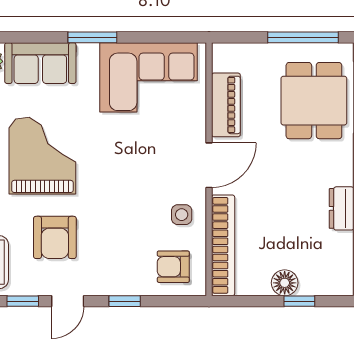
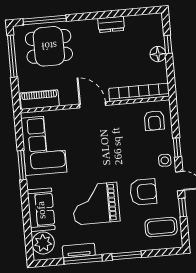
window: (92, 37) -> (22, 165), moved
piano: (226, 105) -> (40, 100), moved
side table: (182, 215) -> (165, 160), moved

